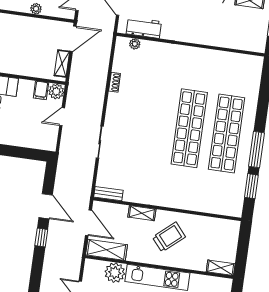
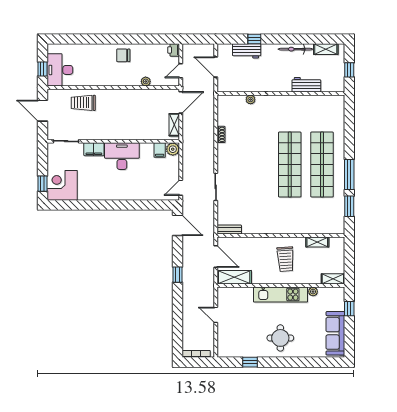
workbench: (144, 28) -> (306, 85), moved
plant: (135, 44) -> (251, 100), moved
door: (62, 117) -> (181, 188), moved
door: (46, 206) -> (177, 225), moved
shelving: (142, 213) -> (317, 242), moved
trolley: (169, 237) -> (285, 259), turned 127
plant: (115, 273) -> (313, 292), moved, width x0.53, depth x0.53

